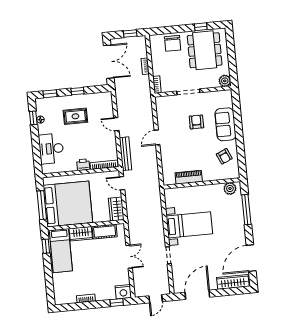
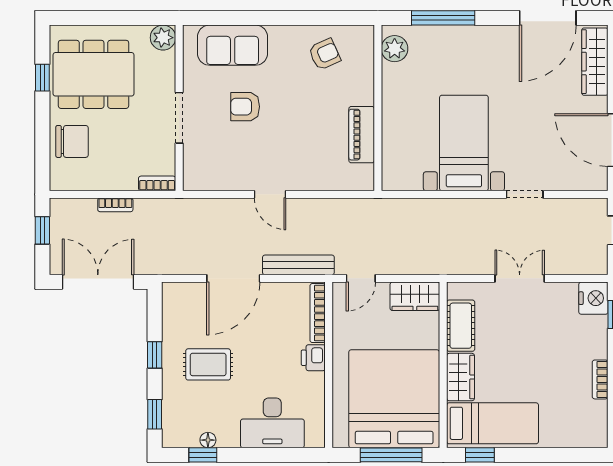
rug: (75, 116) -> (208, 364), turned 90
door: (116, 124) -> (233, 278), width x1.88
sofa: (225, 124) -> (233, 45), moved
door: (251, 258) -> (548, 18), hinge flipped

